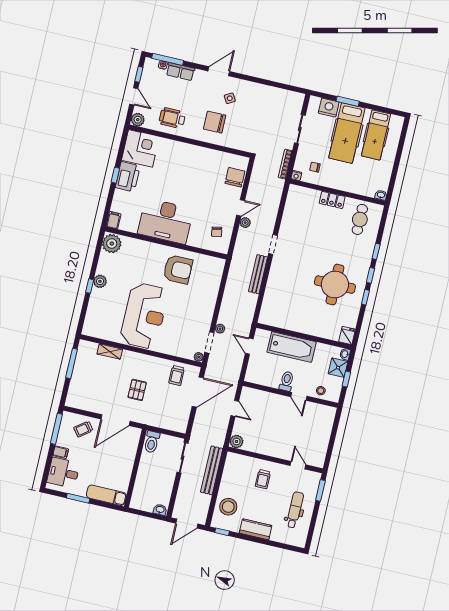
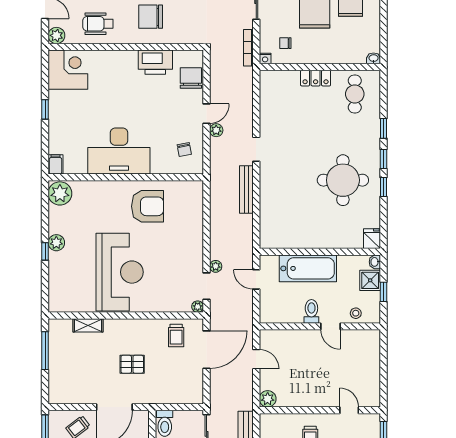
printer: (128, 177) -> (155, 62), moved, turned 90
pallet: (137, 390) -> (132, 364), turned 90

